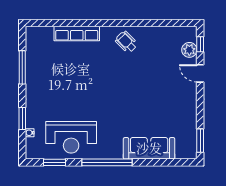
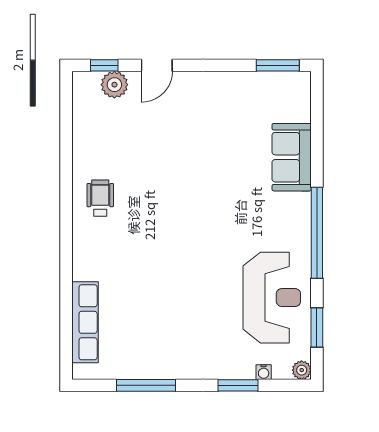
row of seats: (77, 33) -> (85, 322), moved
wheelchair: (126, 42) -> (100, 198), turned 135
sofa: (149, 148) -> (292, 157), width x0.73
plant: (31, 154) -> (302, 370), added

